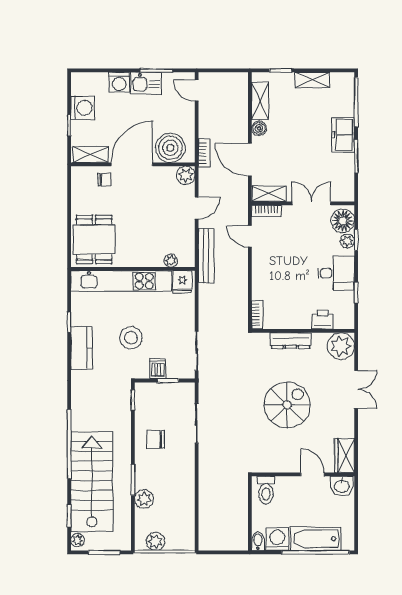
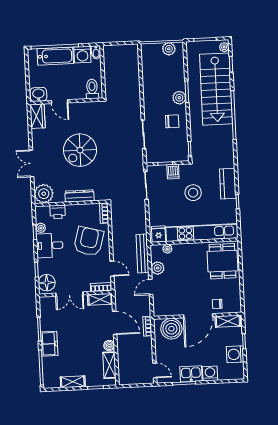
plant: (186, 175) -> (158, 268), moved
plant: (347, 241) -> (41, 228), moved
armchair: (281, 276) -> (89, 241), added
plant: (144, 499) -> (179, 98), moved

